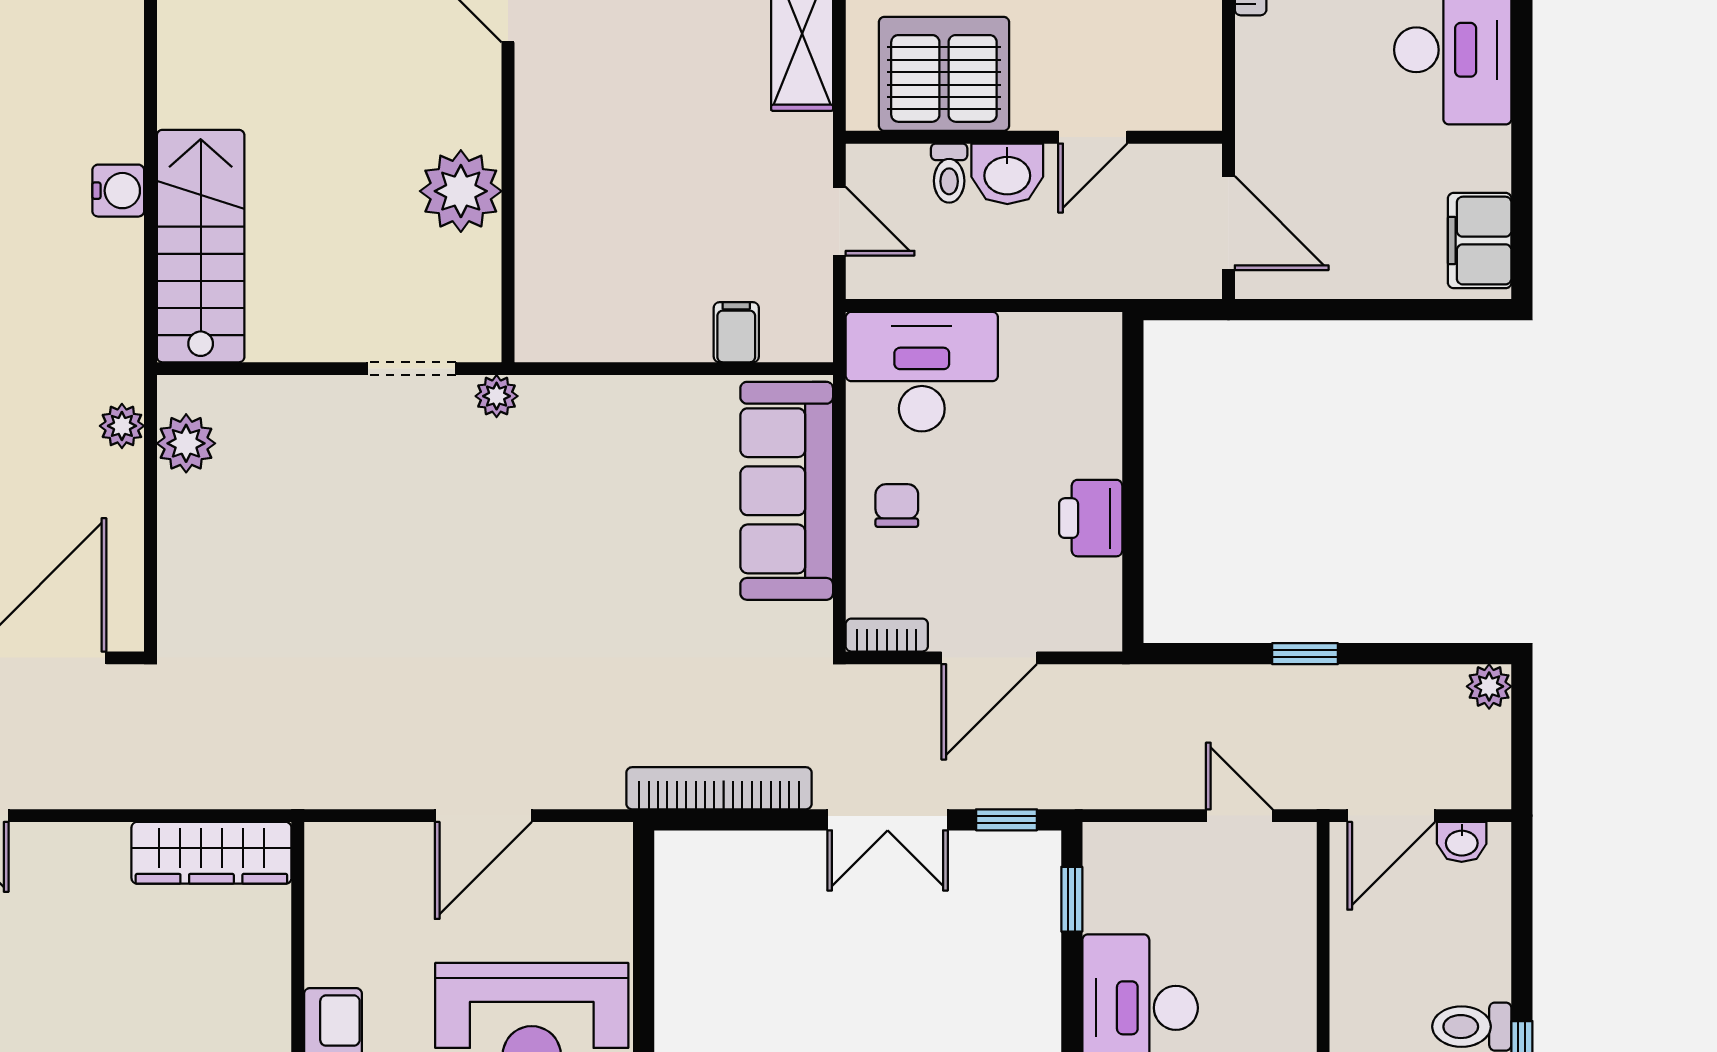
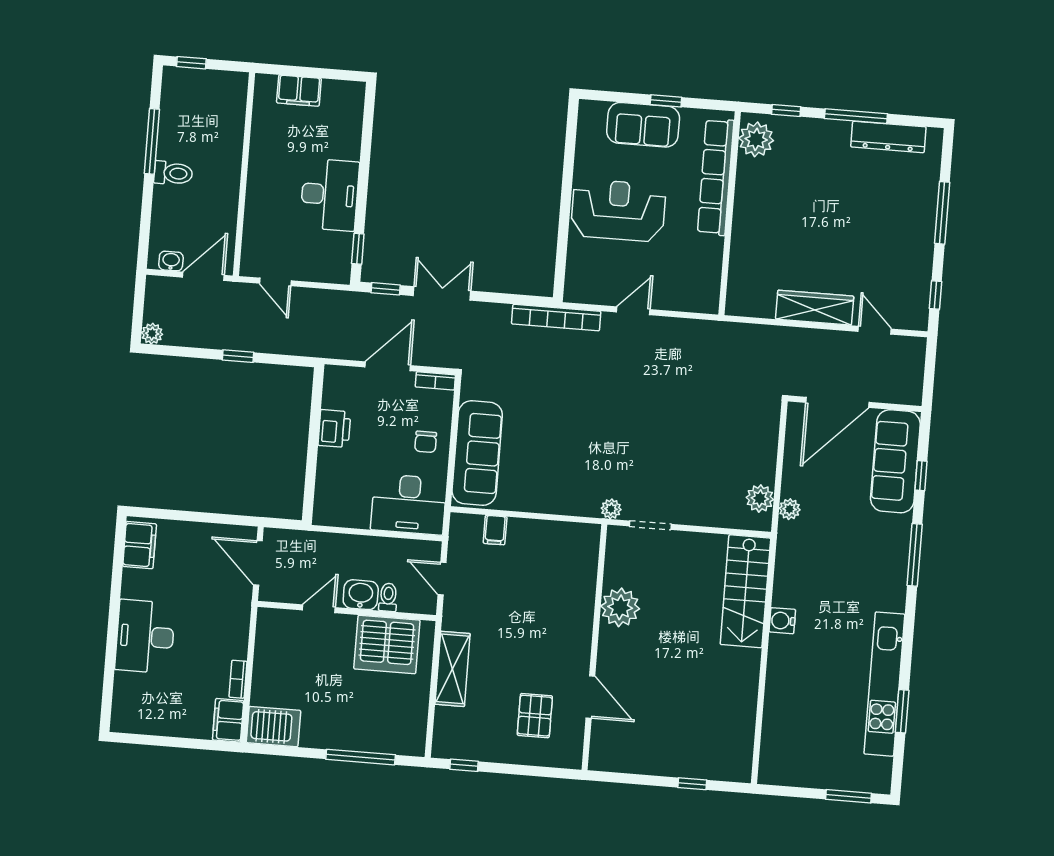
bookcase: (719, 788) -> (556, 318), moved
door: (483, 816) -> (633, 311), width x0.73
wardrobe: (211, 853) -> (815, 308), moved

